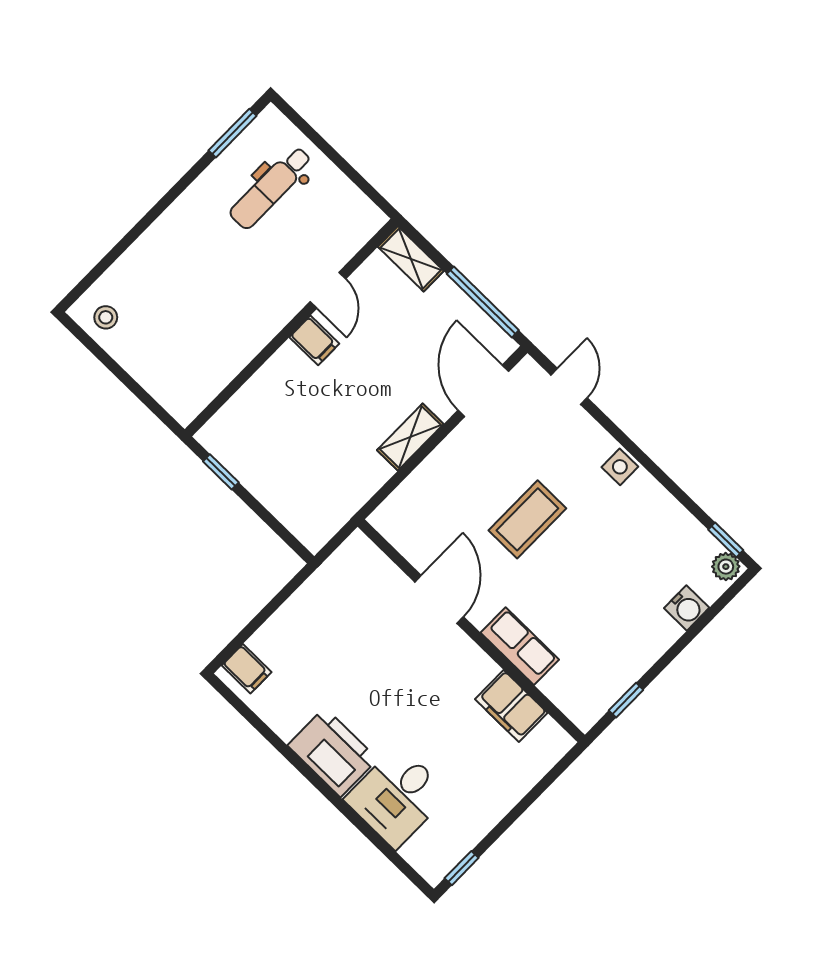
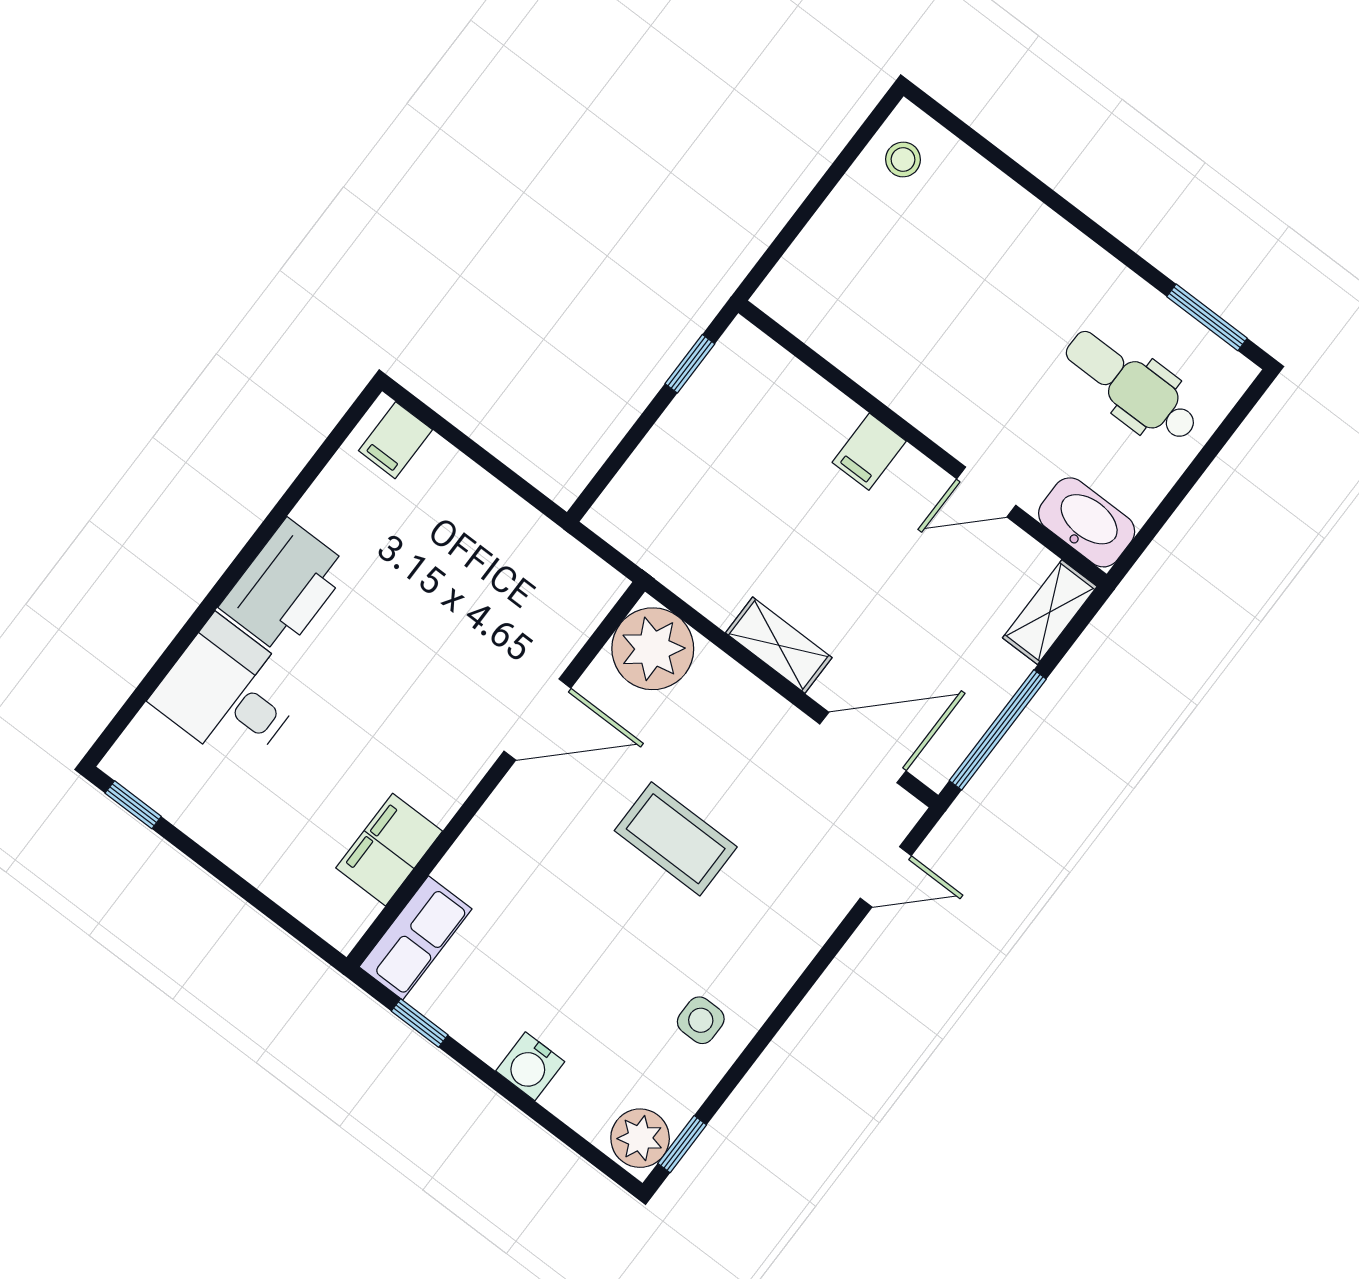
washbasin: (356, 228) -> (1087, 522), added
filing cabinet: (314, 340) -> (869, 452), moved
side table: (620, 467) -> (701, 1020), moved
plant: (402, 519) -> (653, 649), added
plant: (726, 567) -> (640, 1138), width x1.38, depth x1.38
water cooler: (687, 608) -> (530, 1066), moved
row of seats: (520, 646) -> (416, 938), moved

